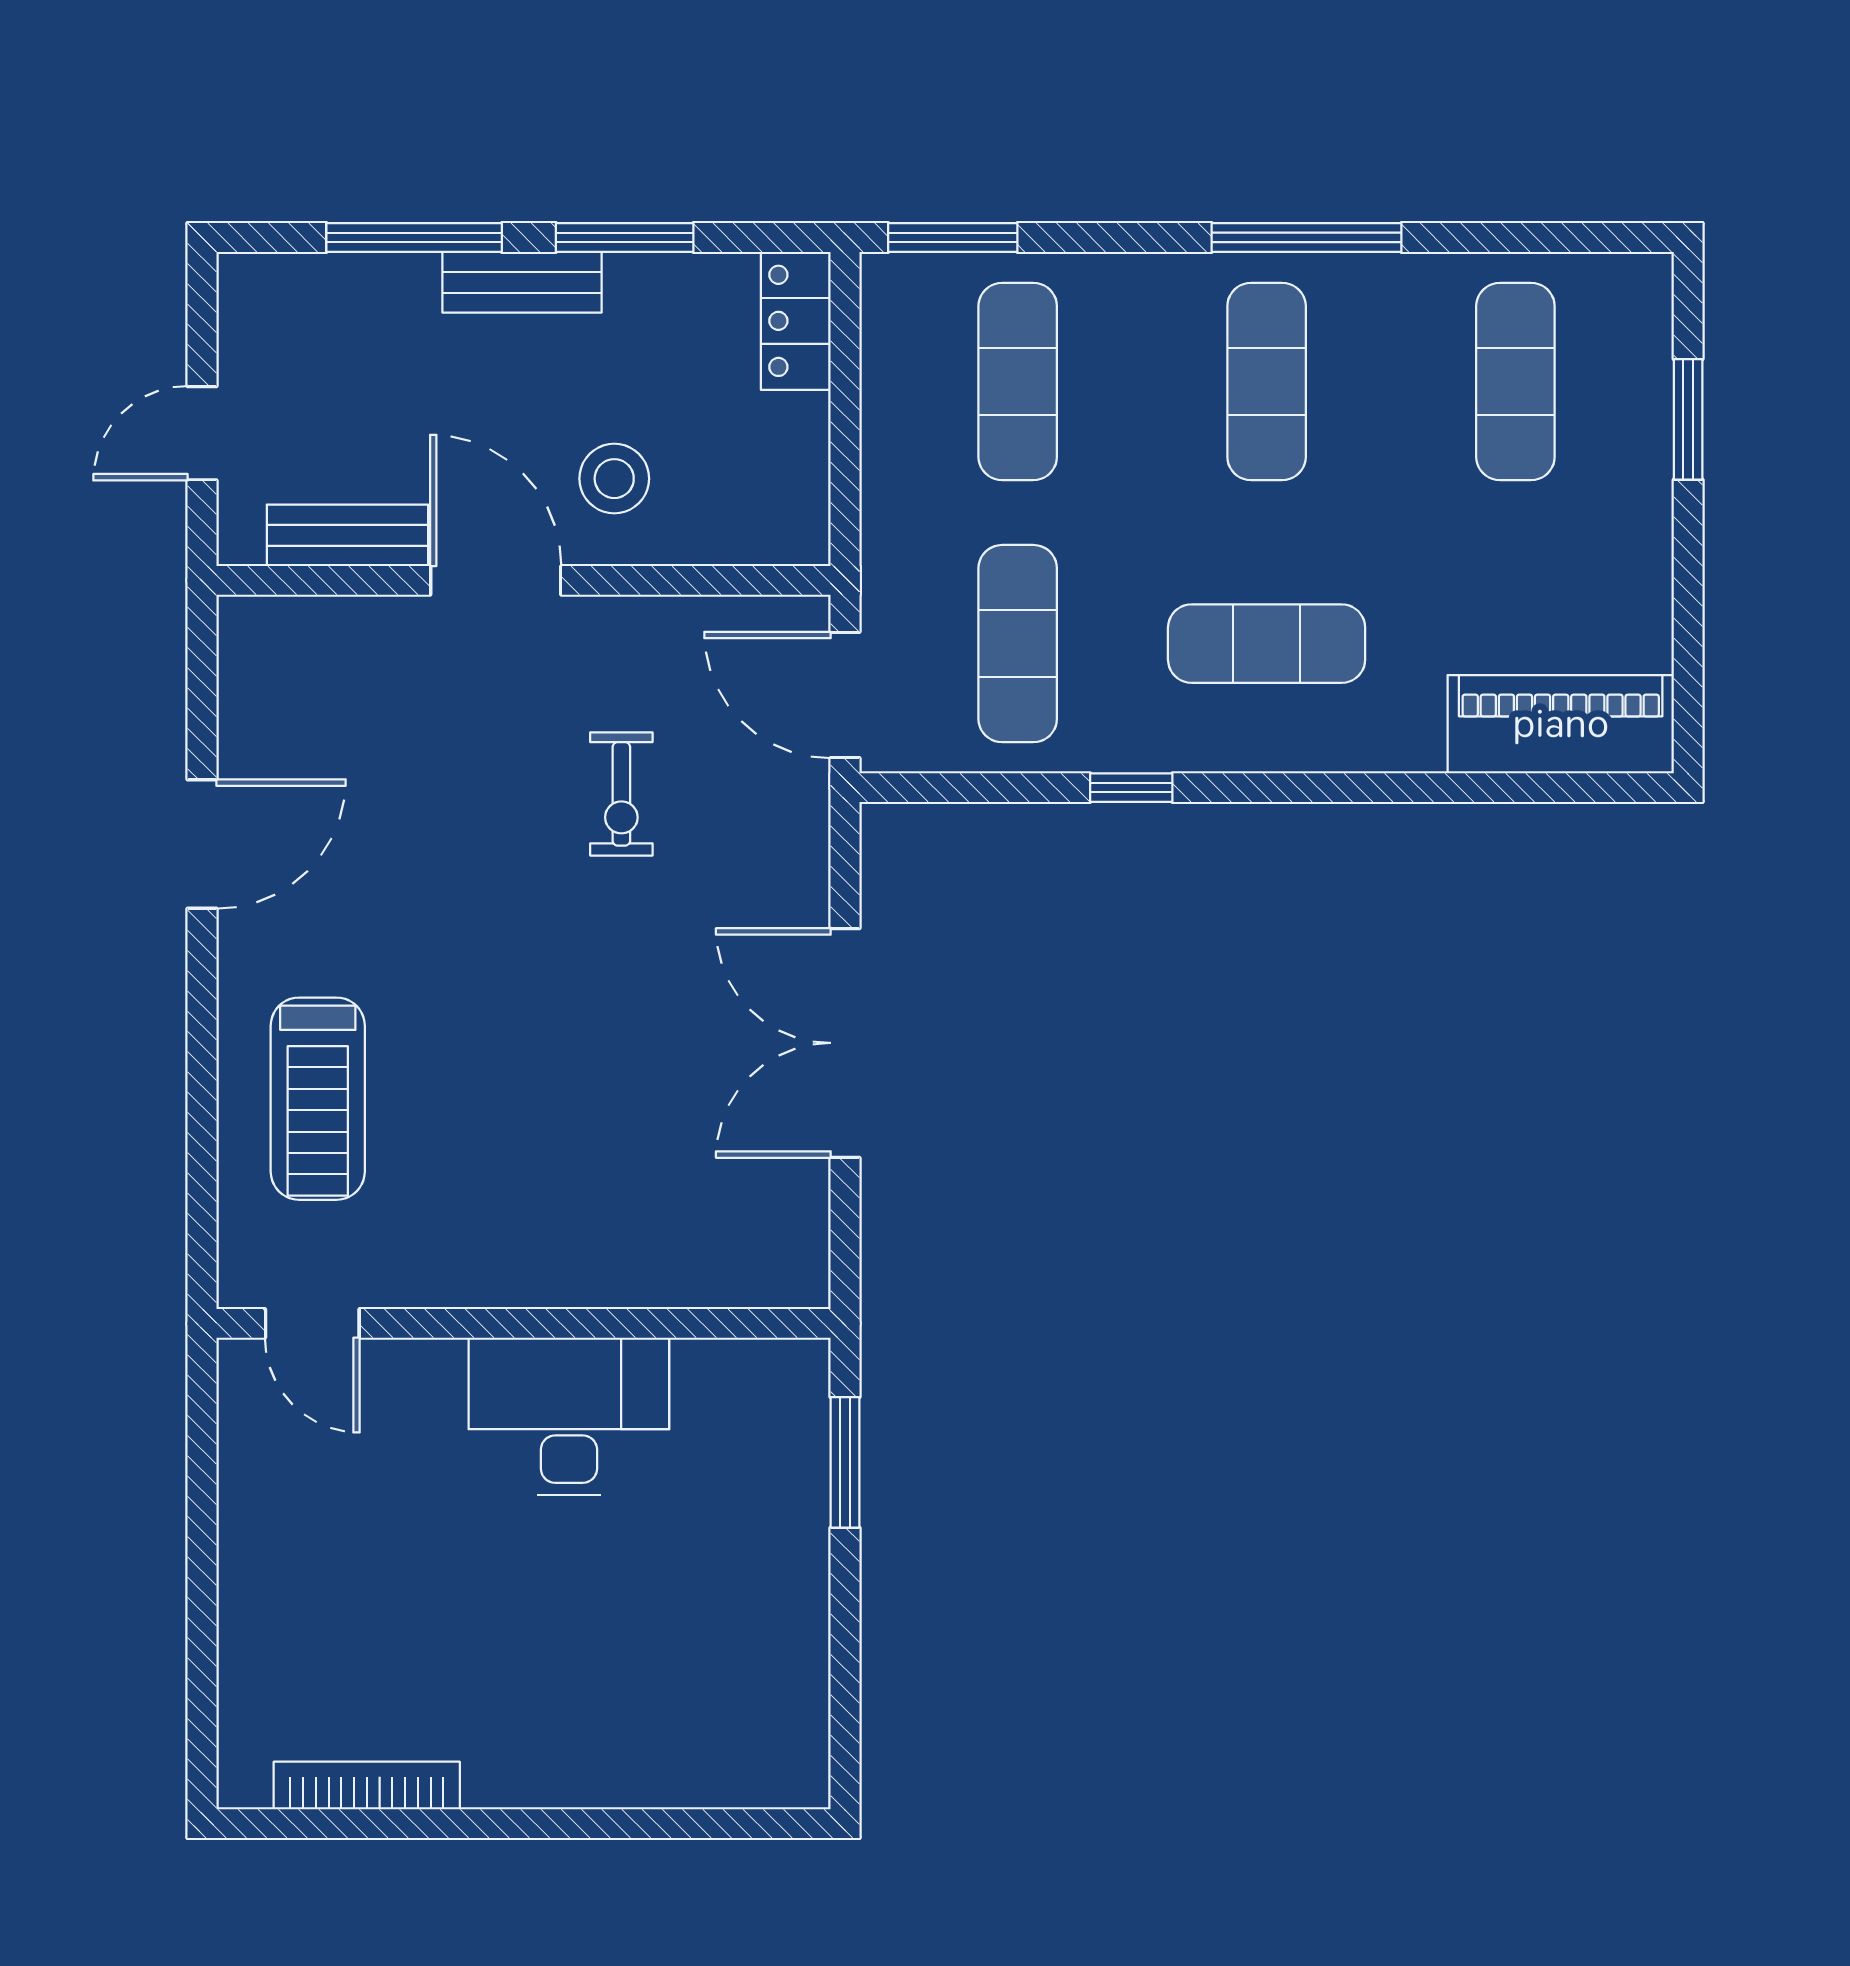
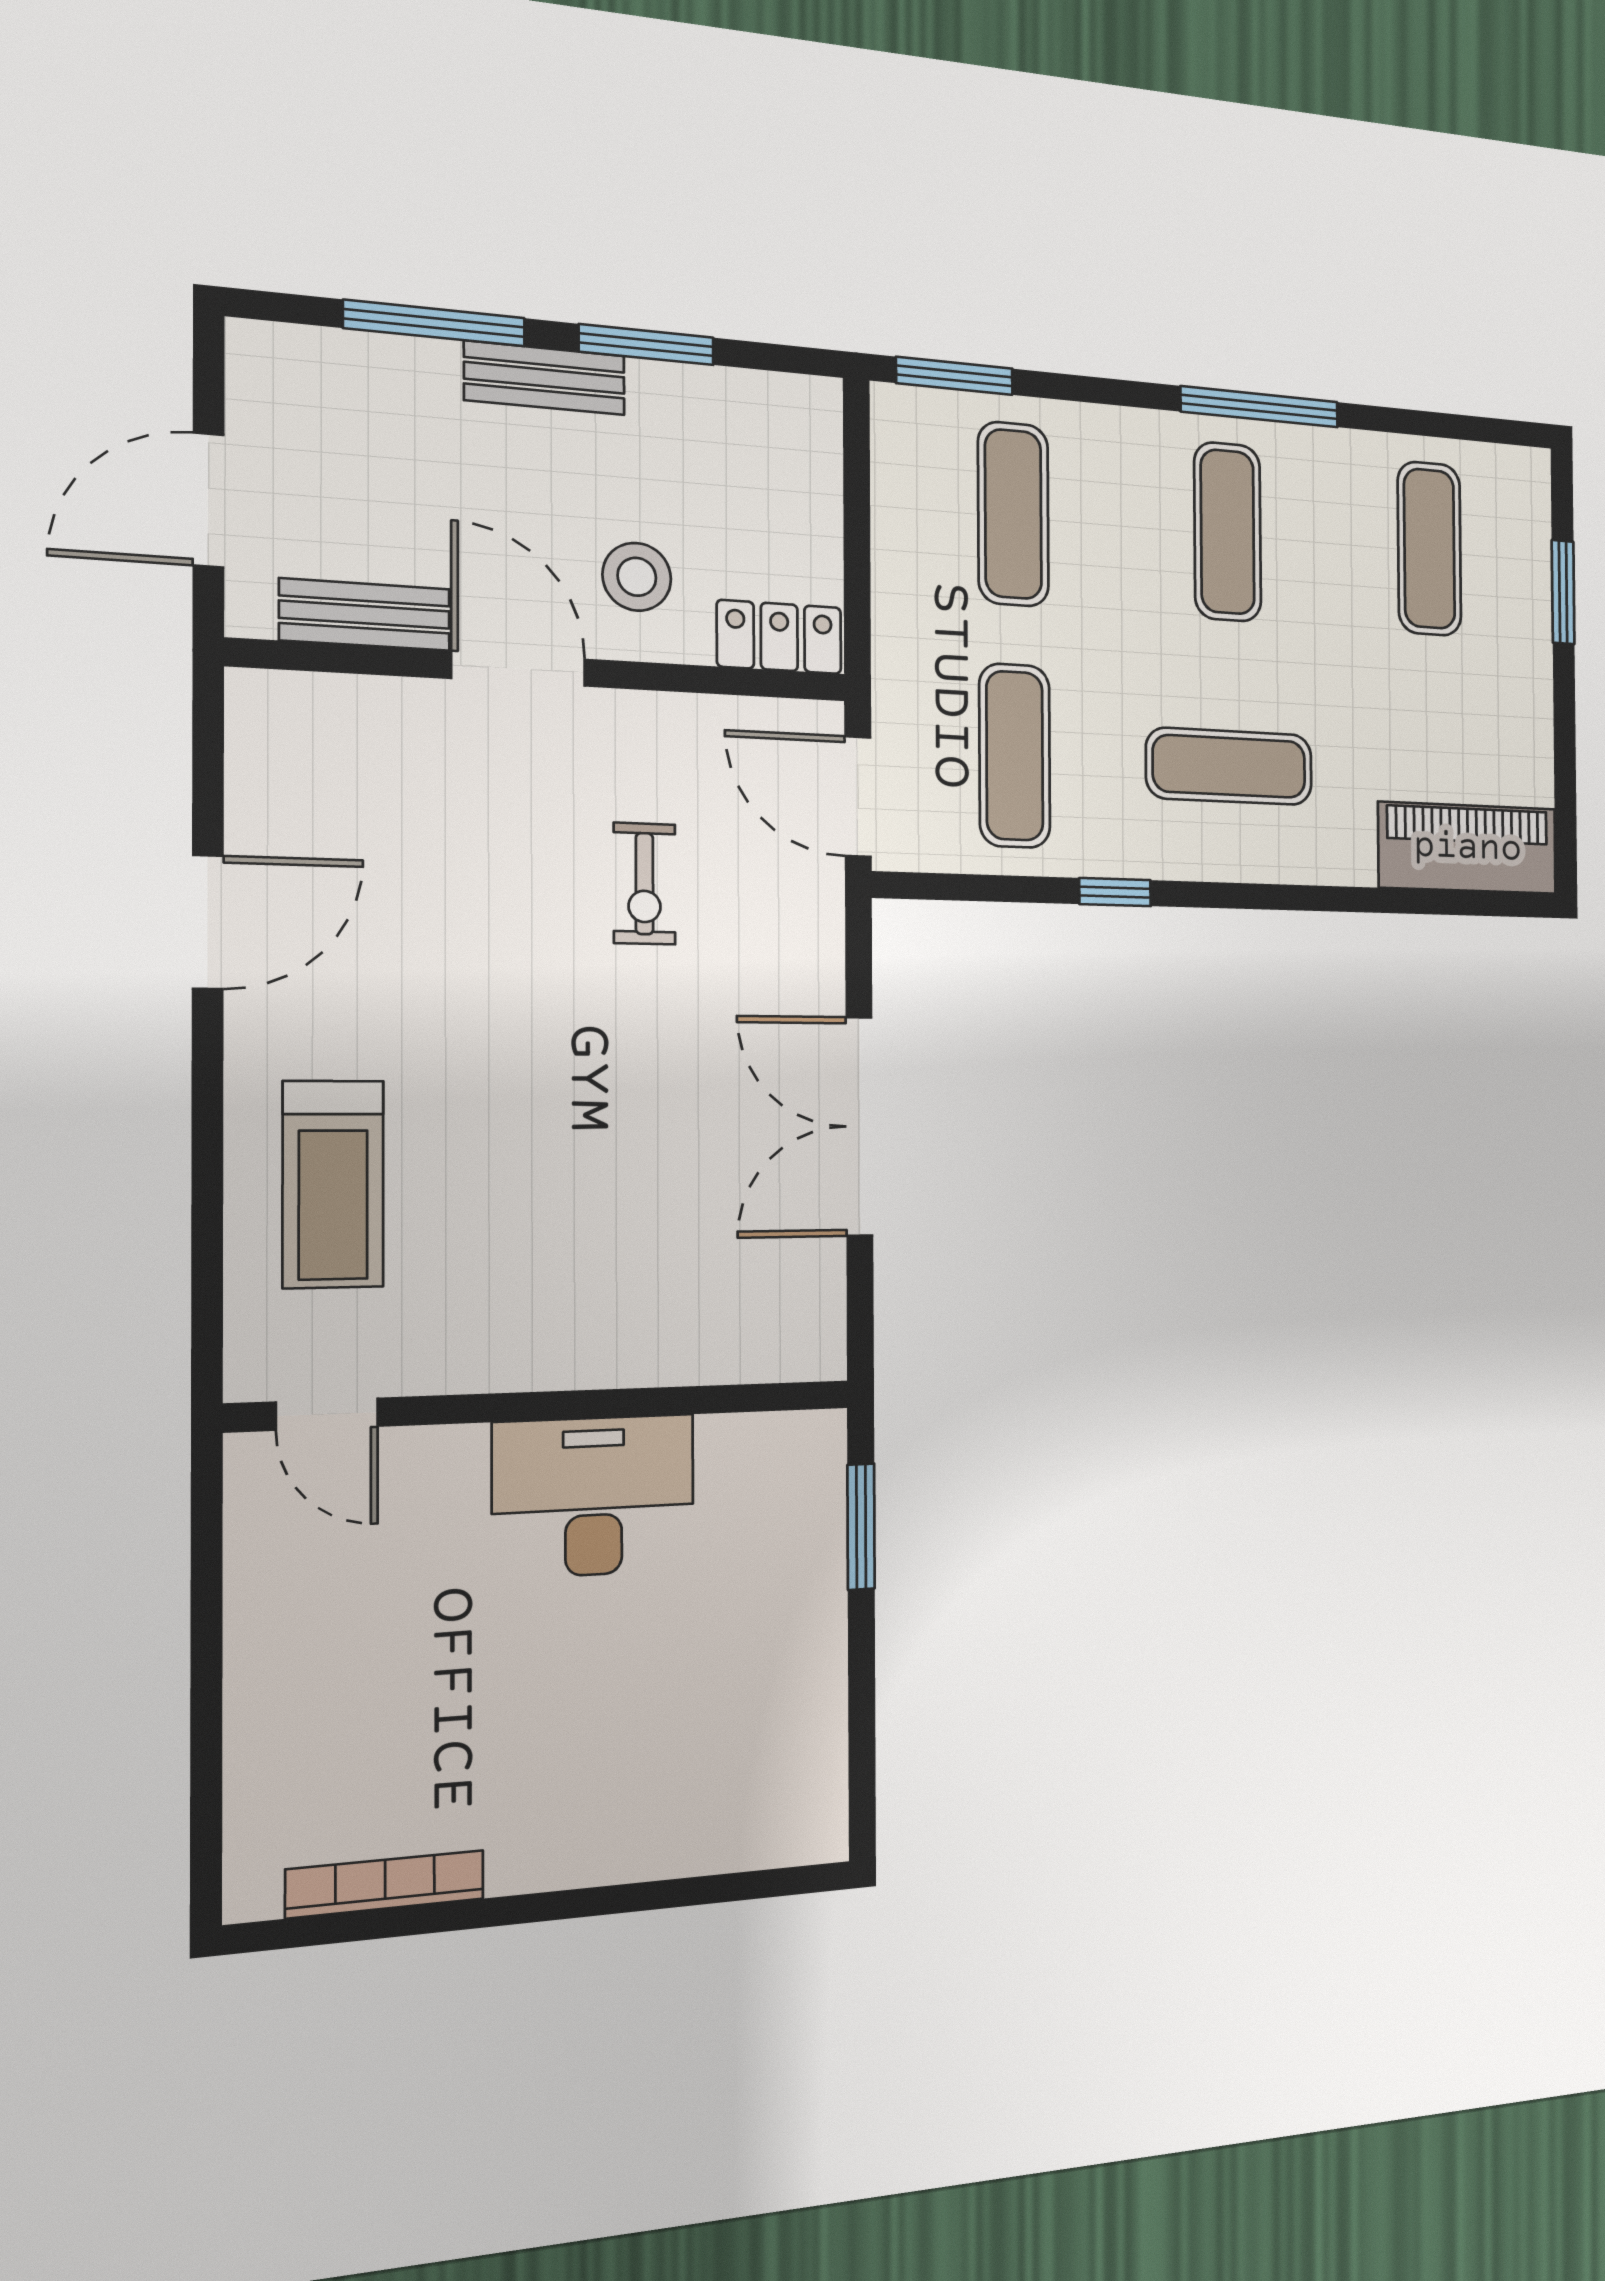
locker: (796, 321) -> (779, 637), moved, turned 90
door: (202, 433) -> (209, 500), width x1.38

